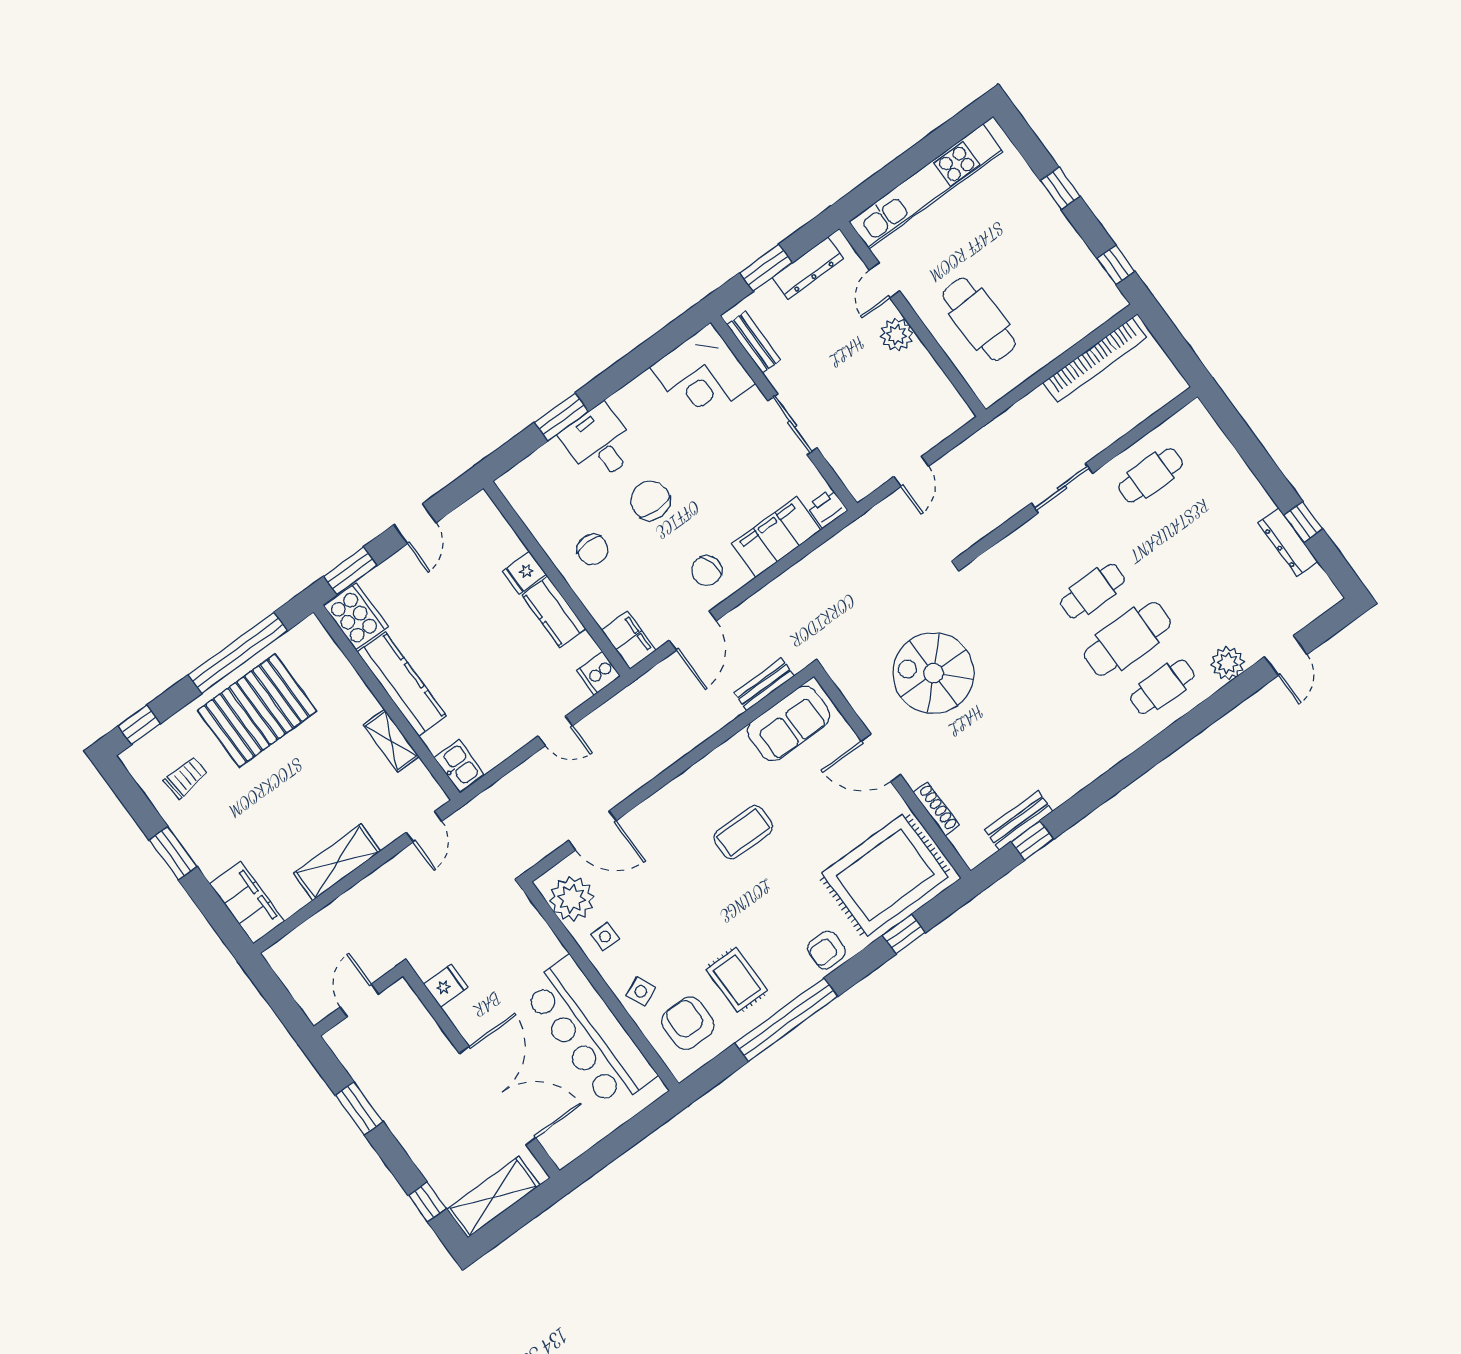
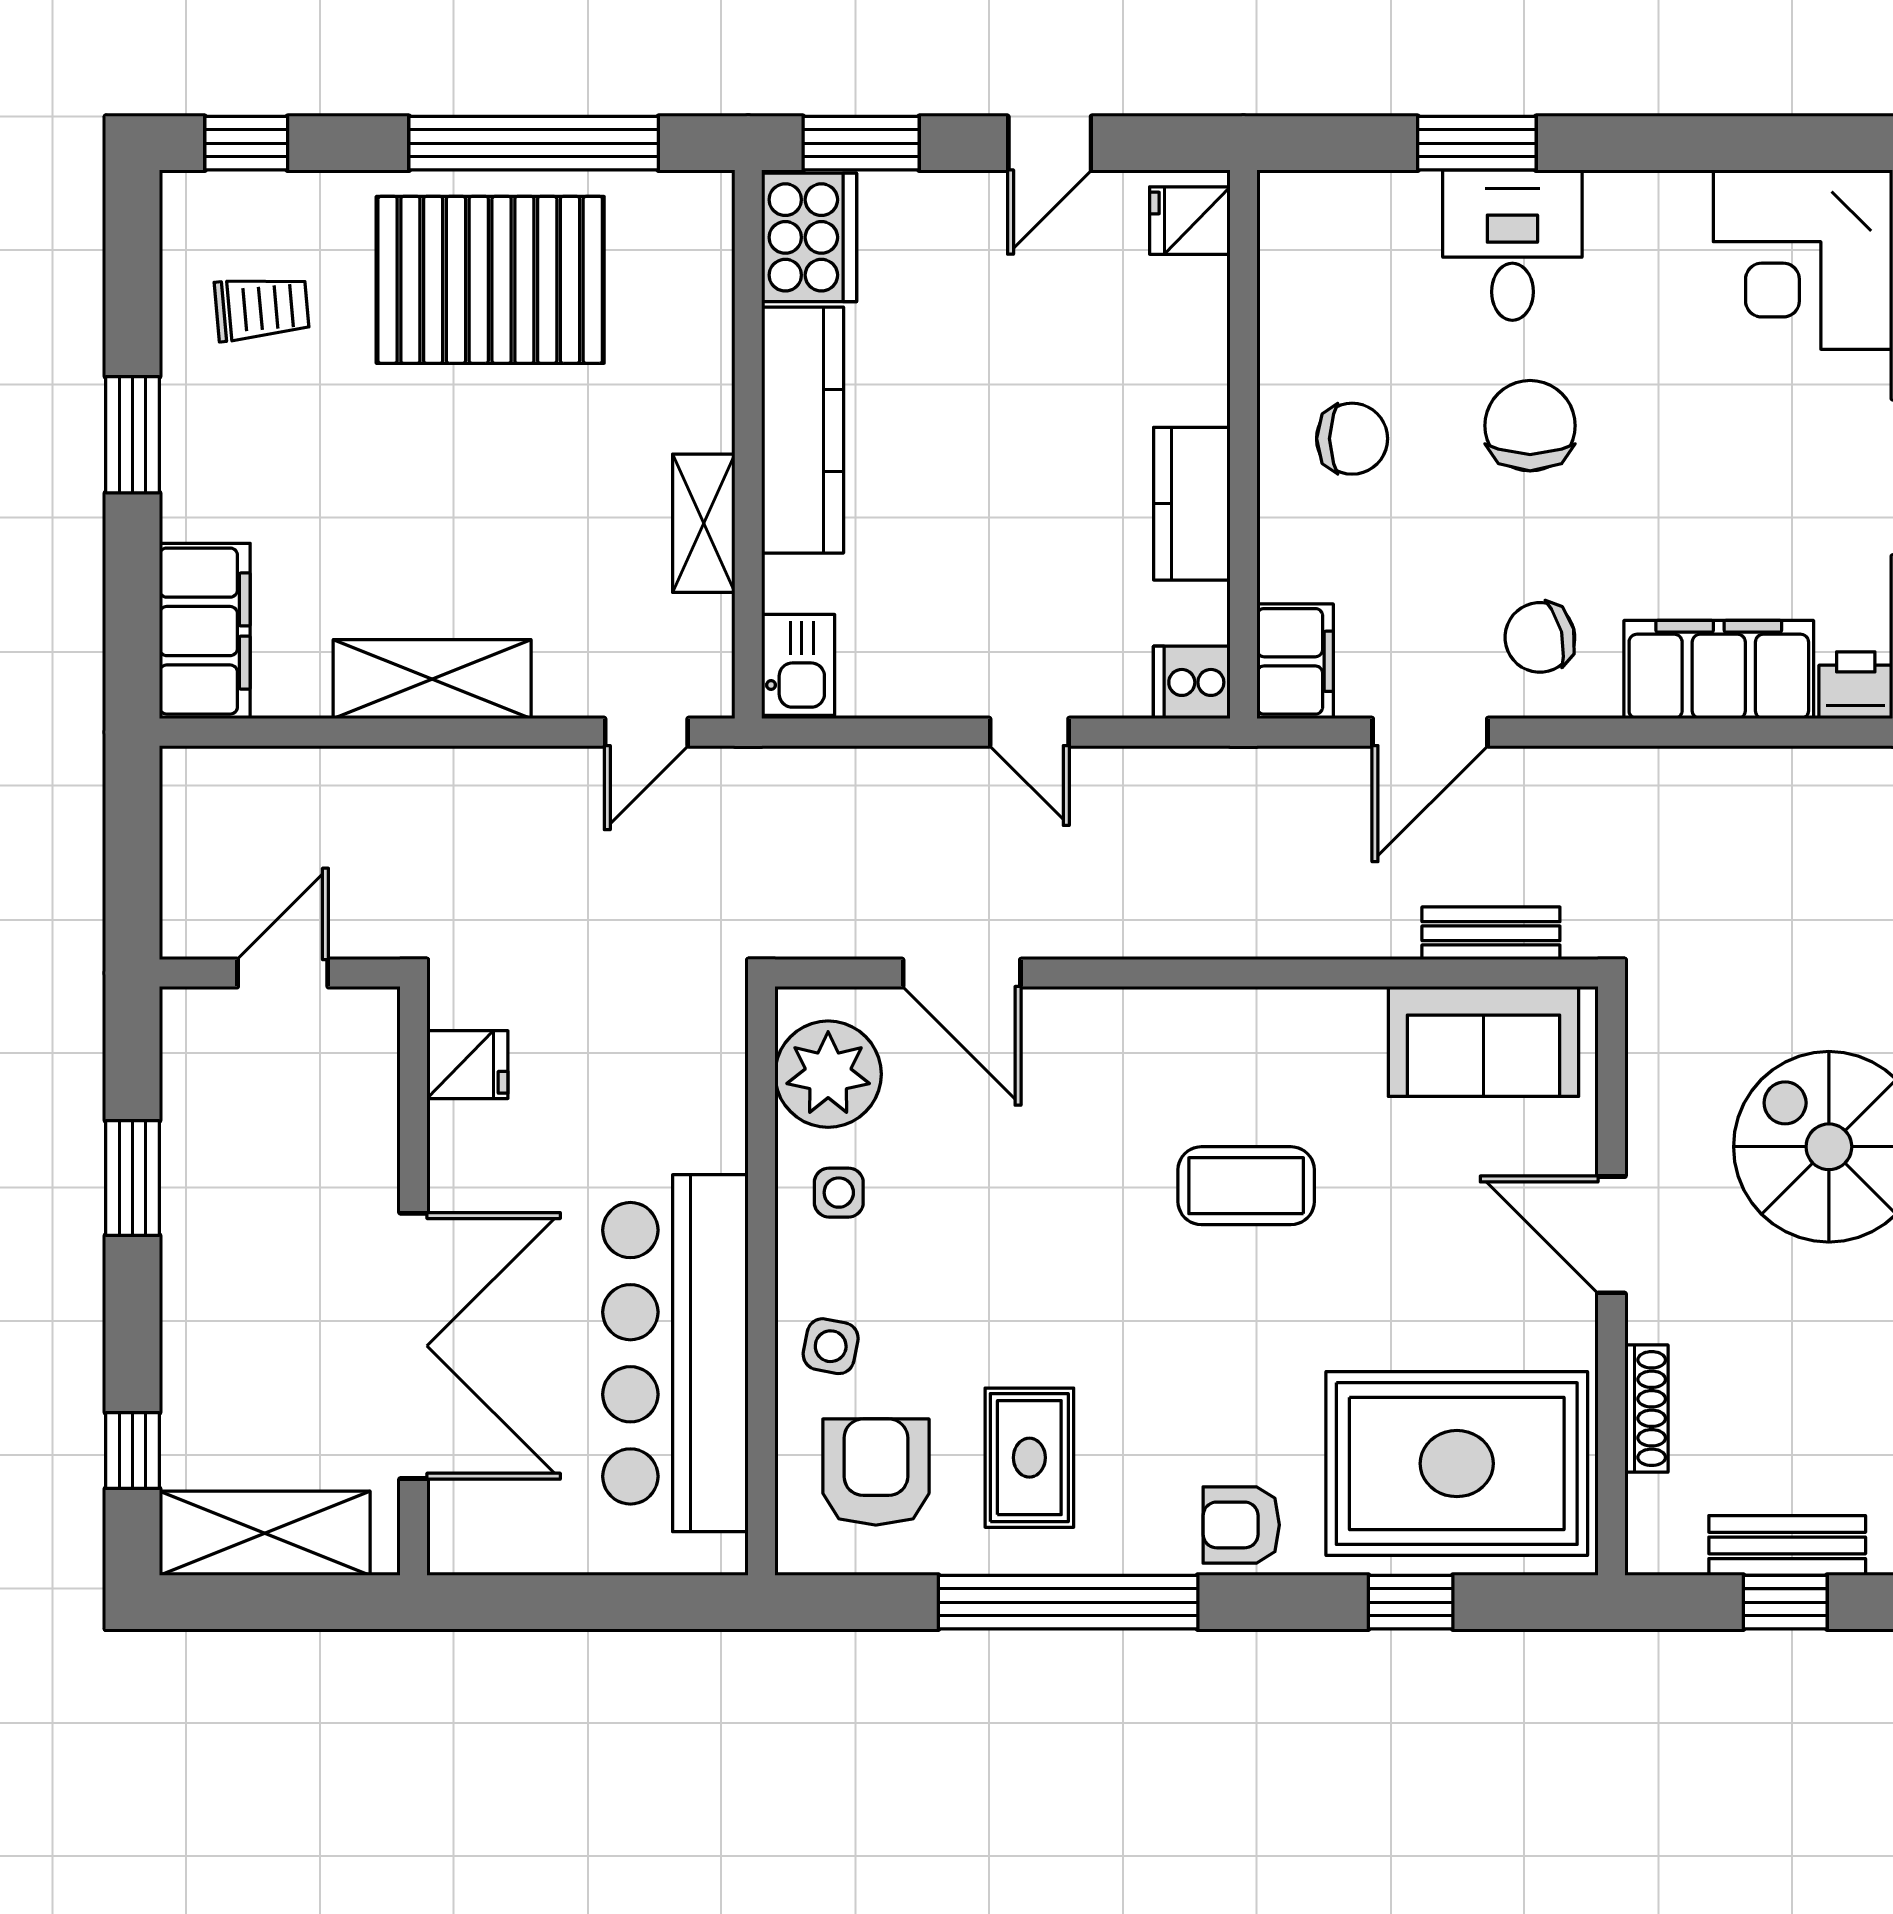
chair: (593, 549) -> (1352, 439), turned -90
fridge: (524, 573) -> (1190, 221), moved
side table: (641, 991) -> (831, 1346), turned 35

